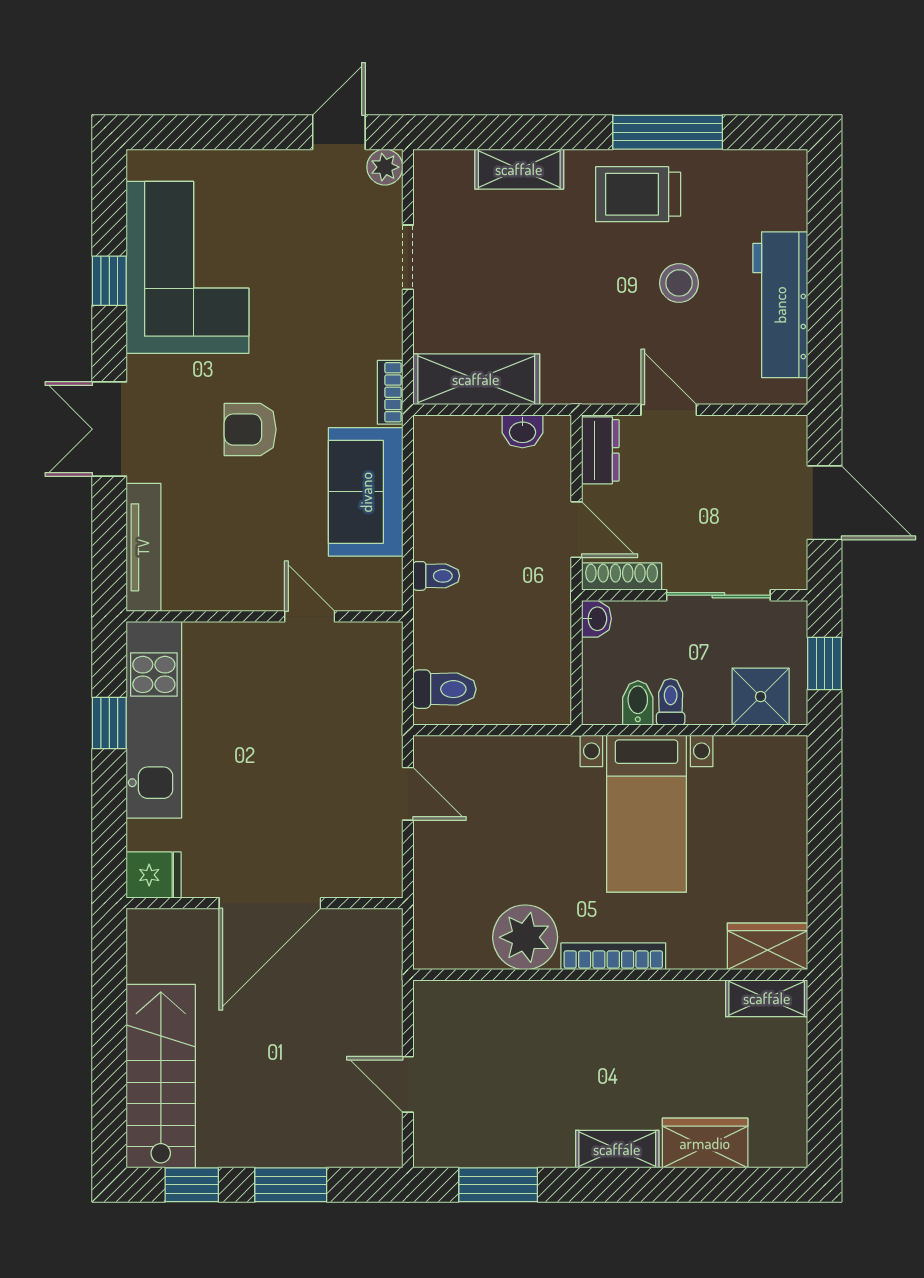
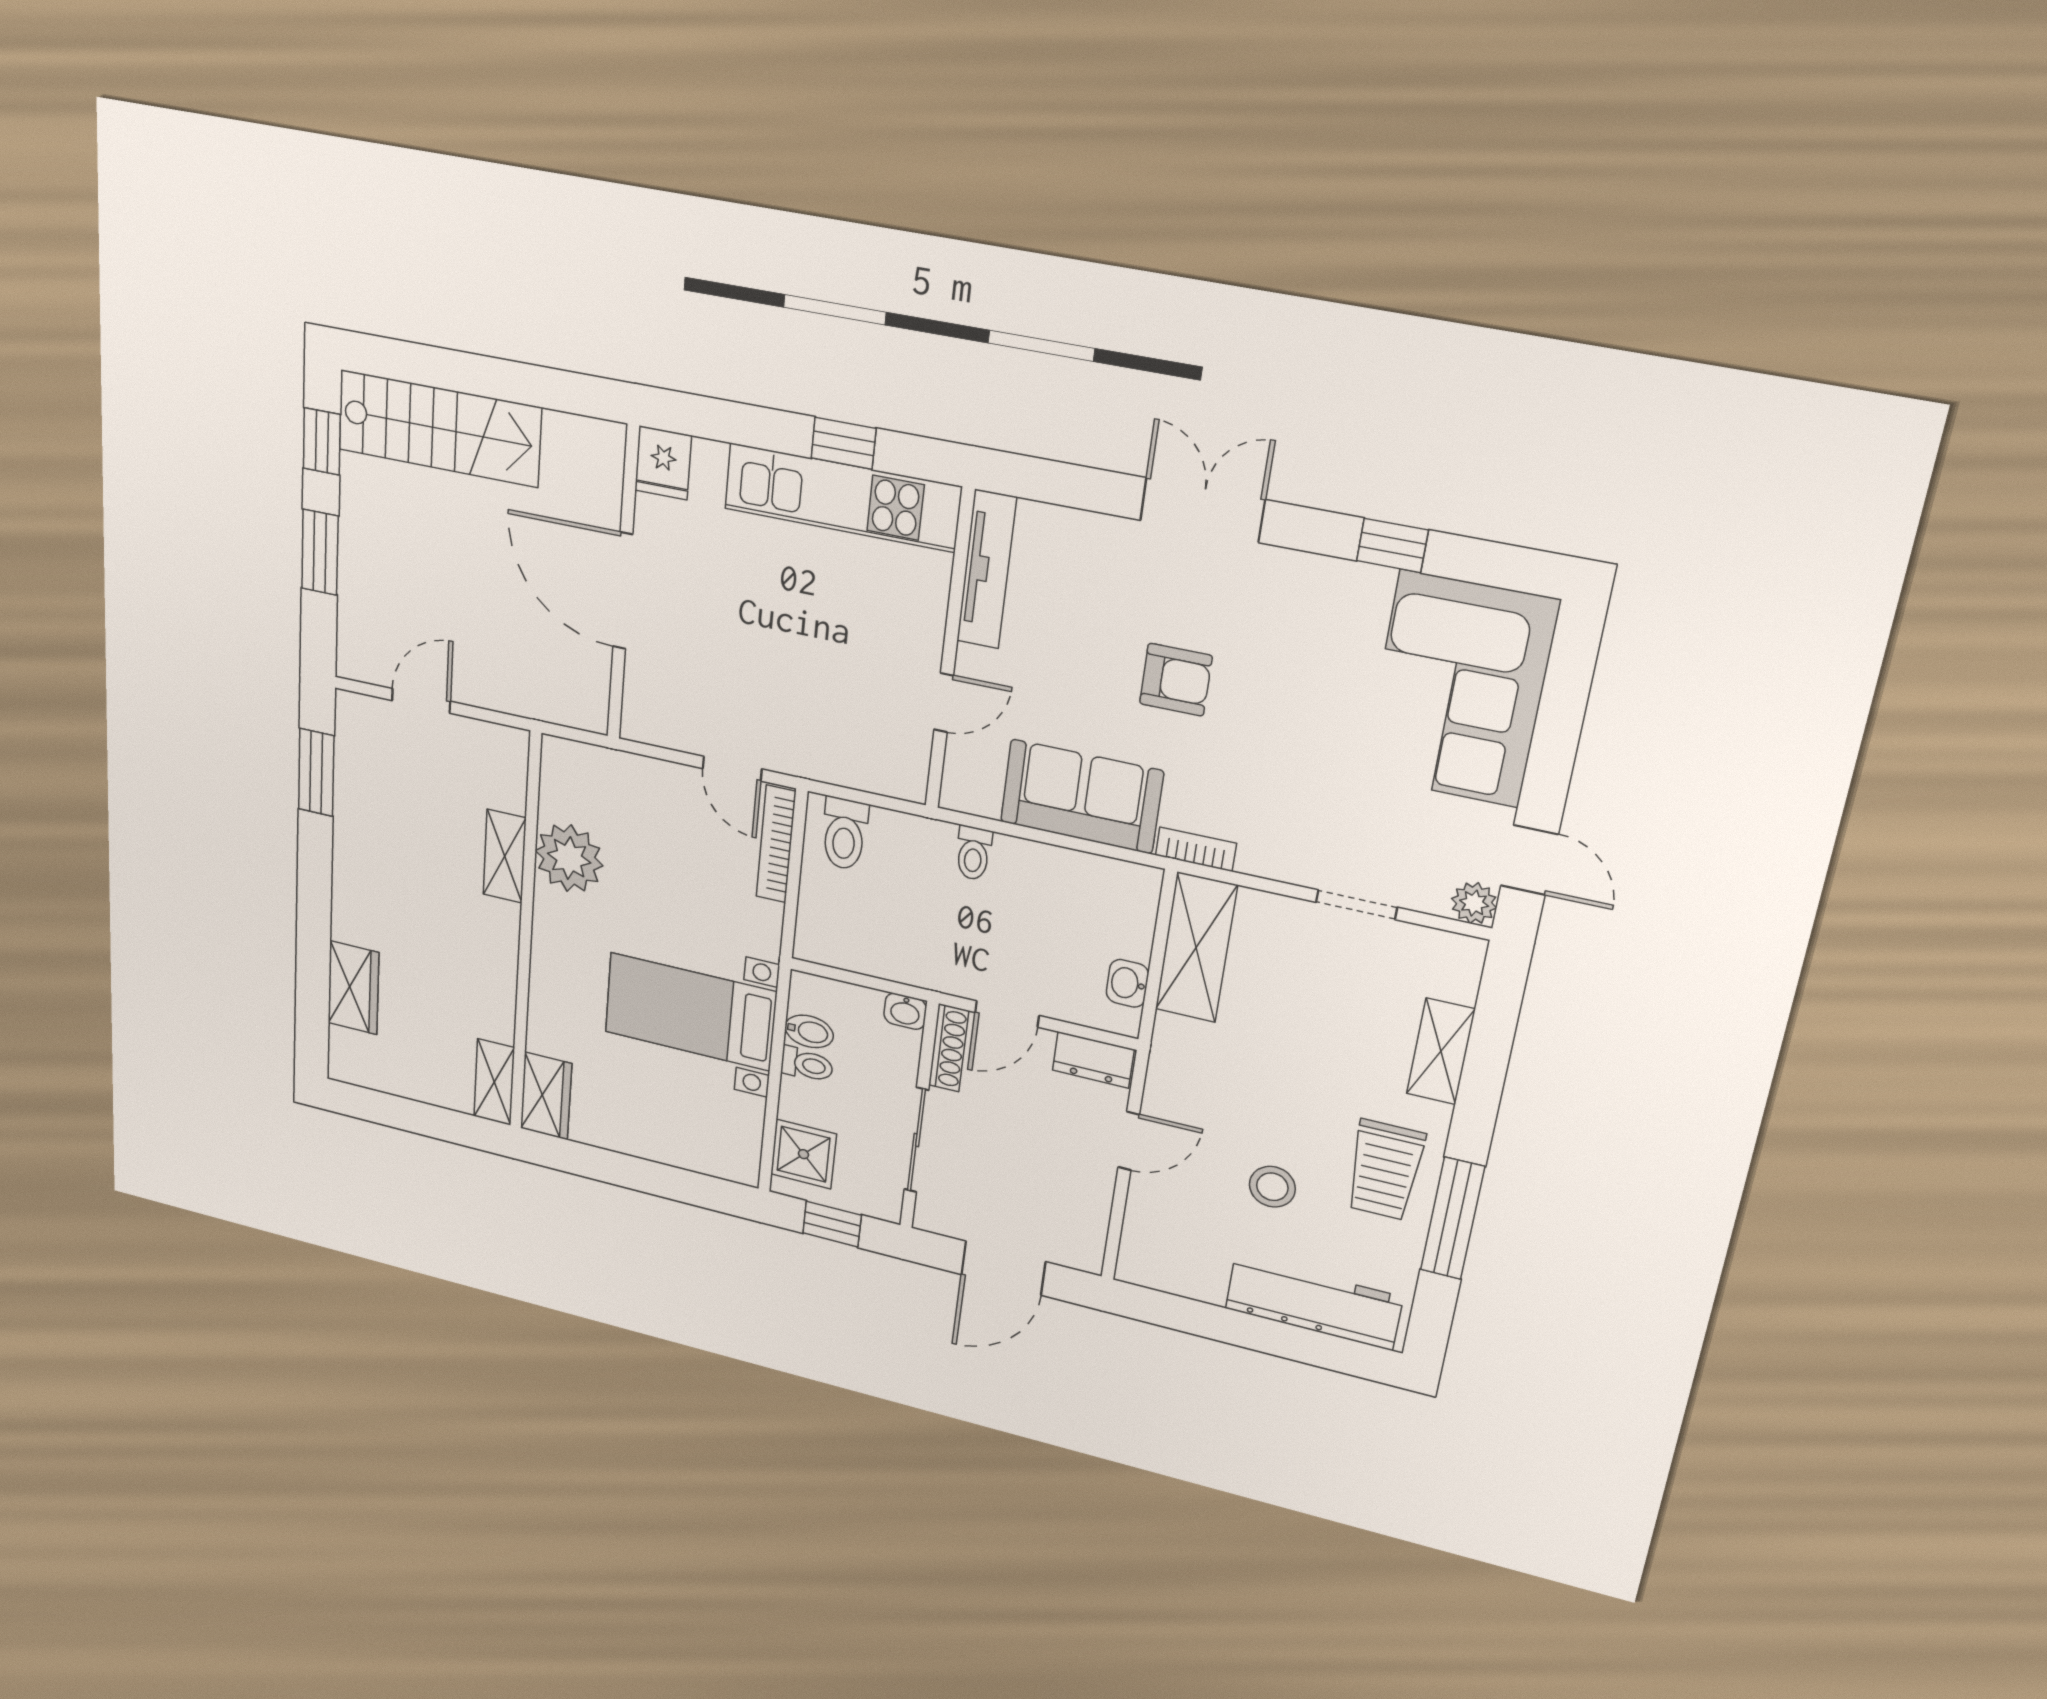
trolley: (638, 194) -> (1385, 1170), turned 180
corner sofa: (188, 267) -> (1460, 689), moved, turned 90
workbench: (780, 305) -> (1314, 1303), moved
armchair: (250, 430) -> (1176, 680), turned 90
tv unit: (143, 547) -> (987, 569), moved, turned -90
door: (408, 794) -> (732, 769), hinge flipped
bookcase: (613, 956) -> (776, 844), moved, turned 180
shelving: (617, 1149) -> (505, 856), moved

